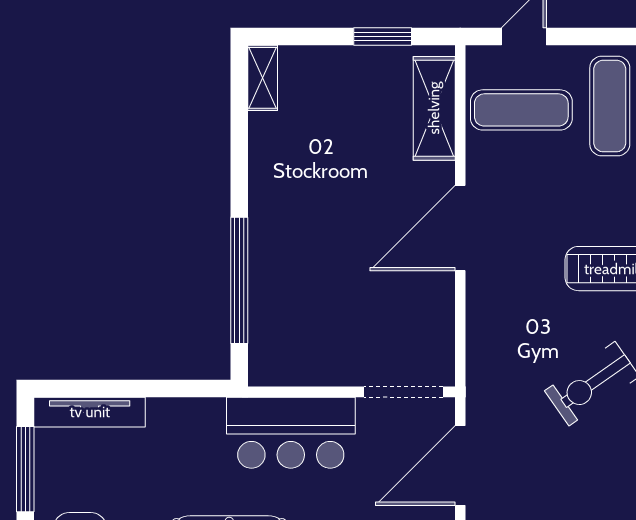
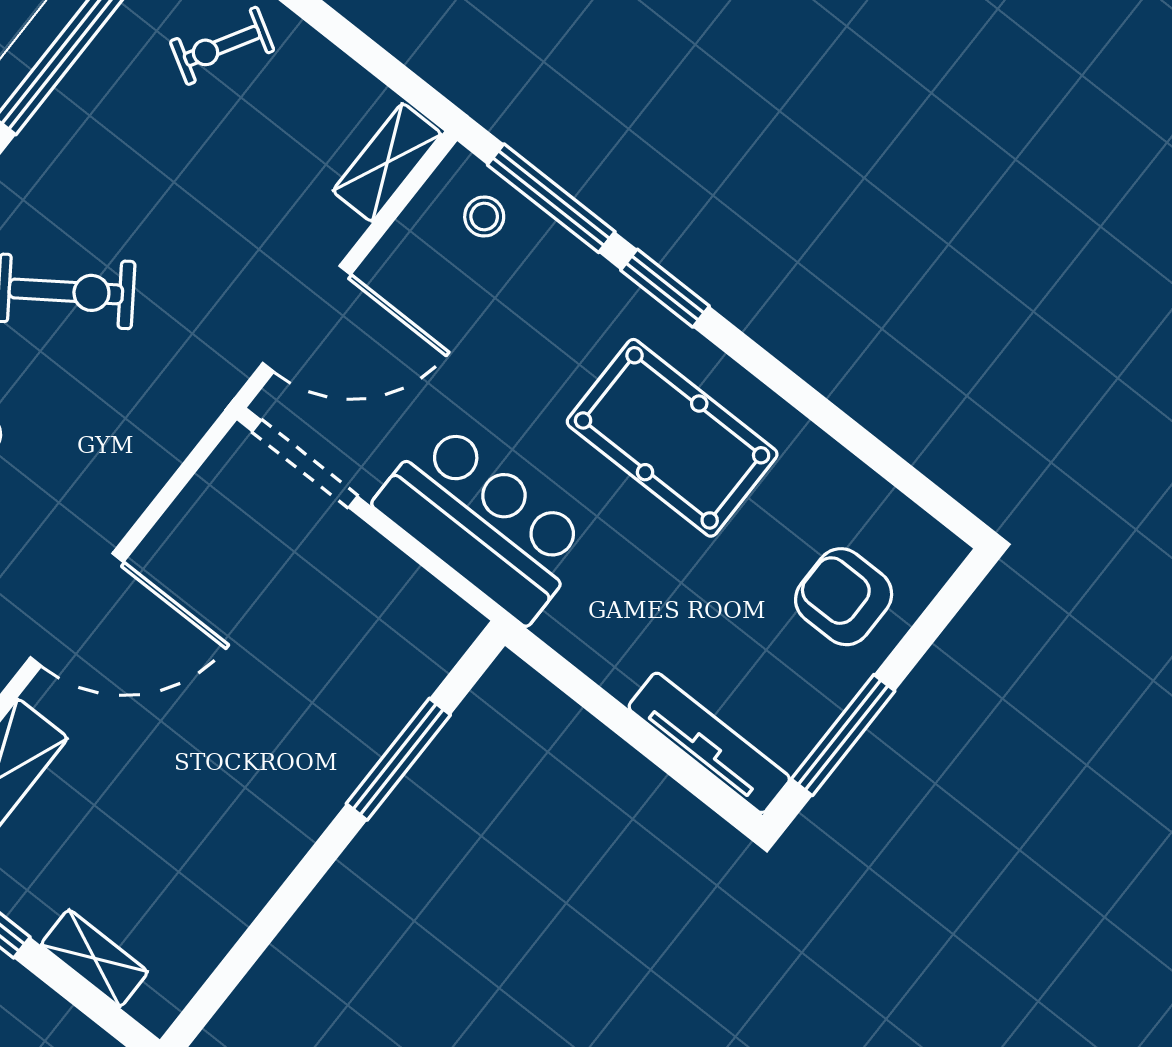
shelving: (263, 78) -> (94, 958), moved, turned 90
window: (239, 280) -> (398, 759), width x0.68

